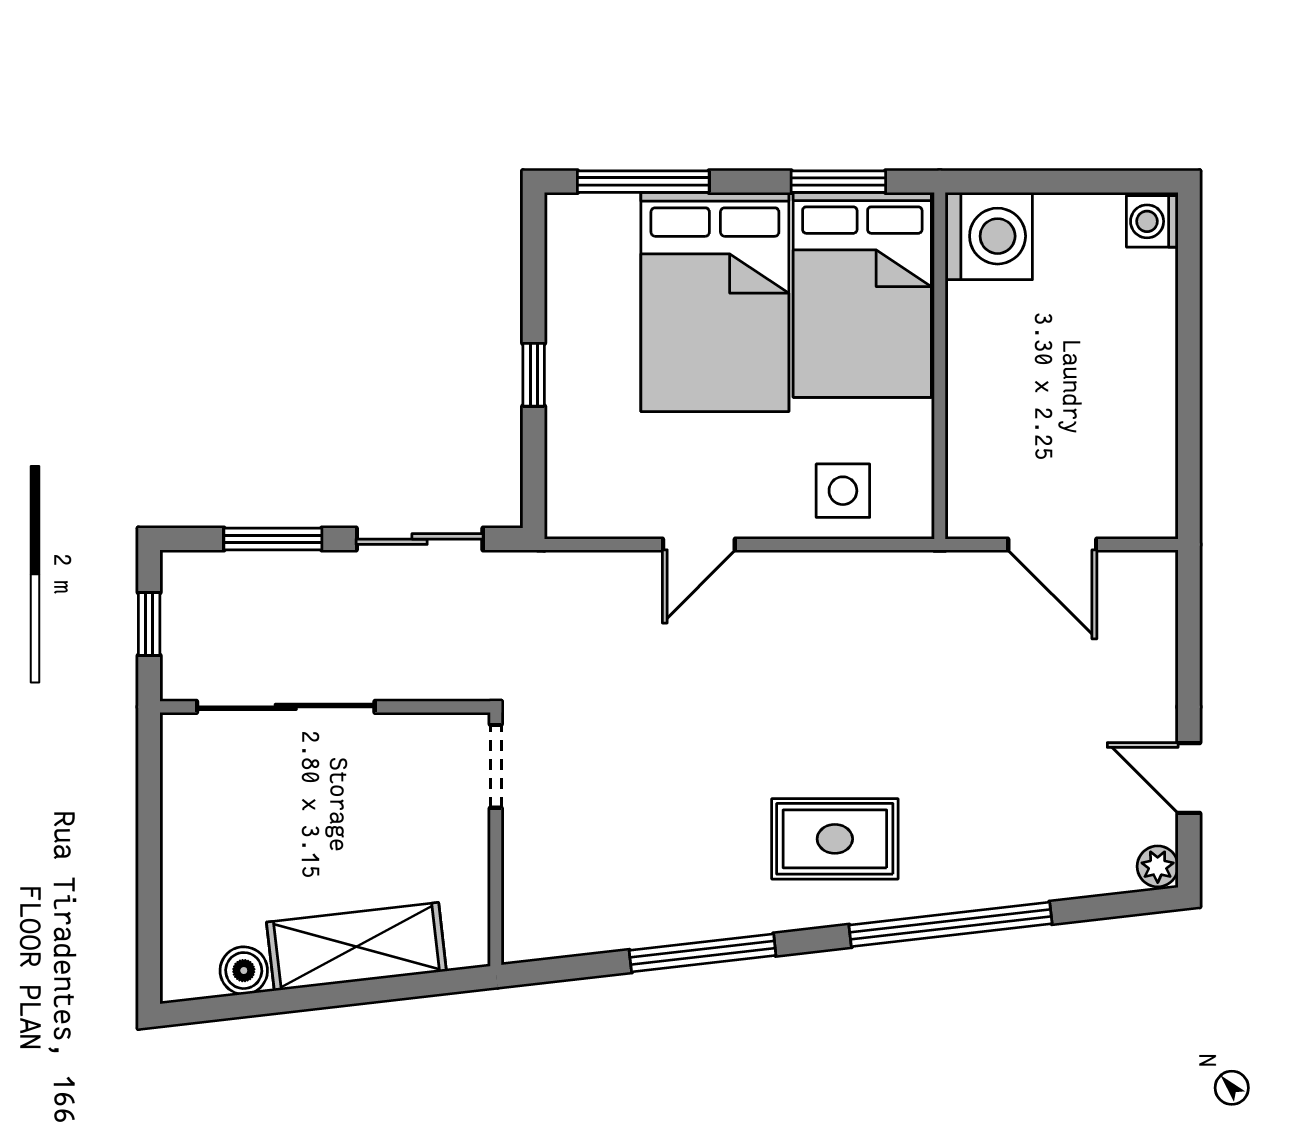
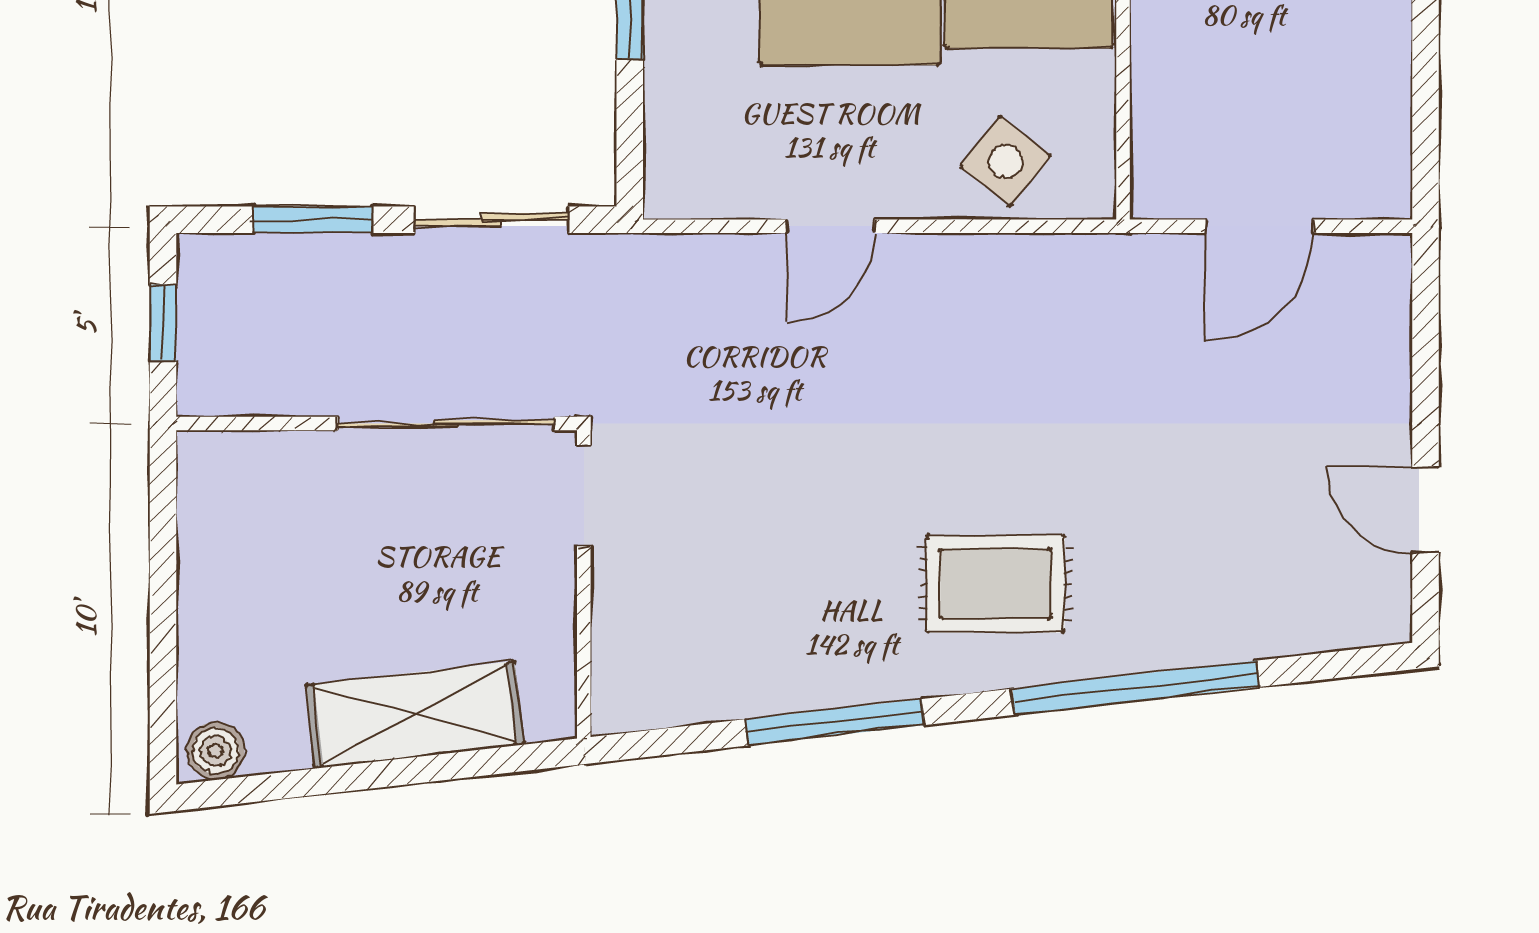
side table: (843, 491) -> (1005, 161), turned 38
door: (1052, 544) -> (1259, 226), hinge flipped
sliding door: (286, 707) -> (446, 424), moved
plant: (1158, 866) -> (1387, 617), removed
boiler: (244, 971) -> (216, 751), moved

